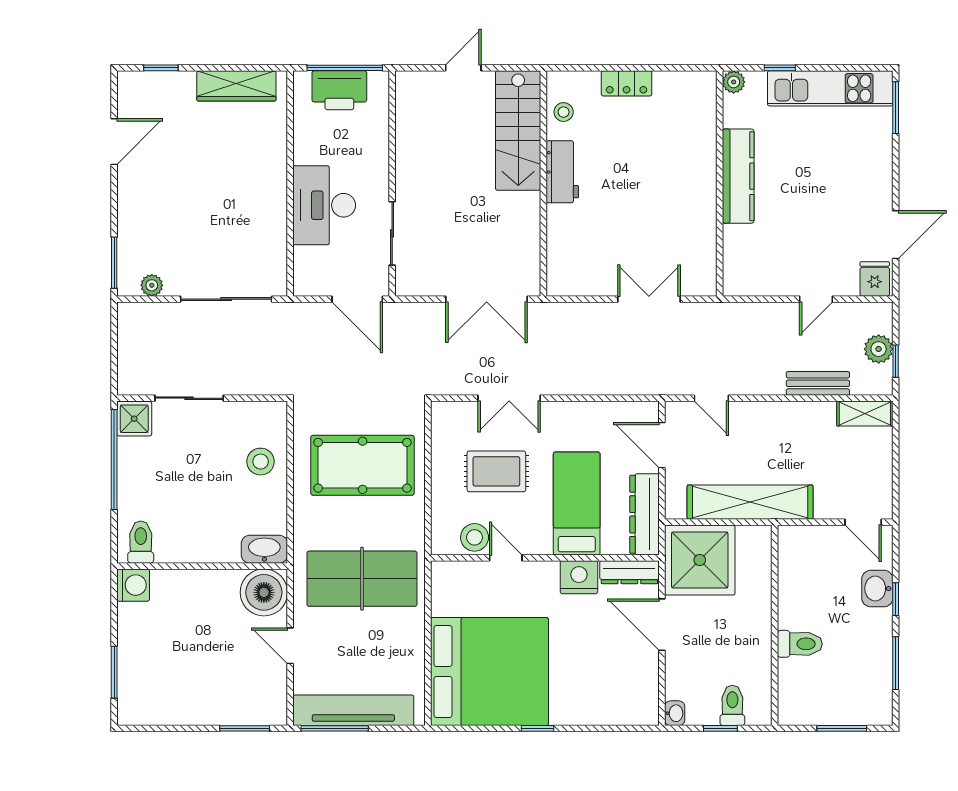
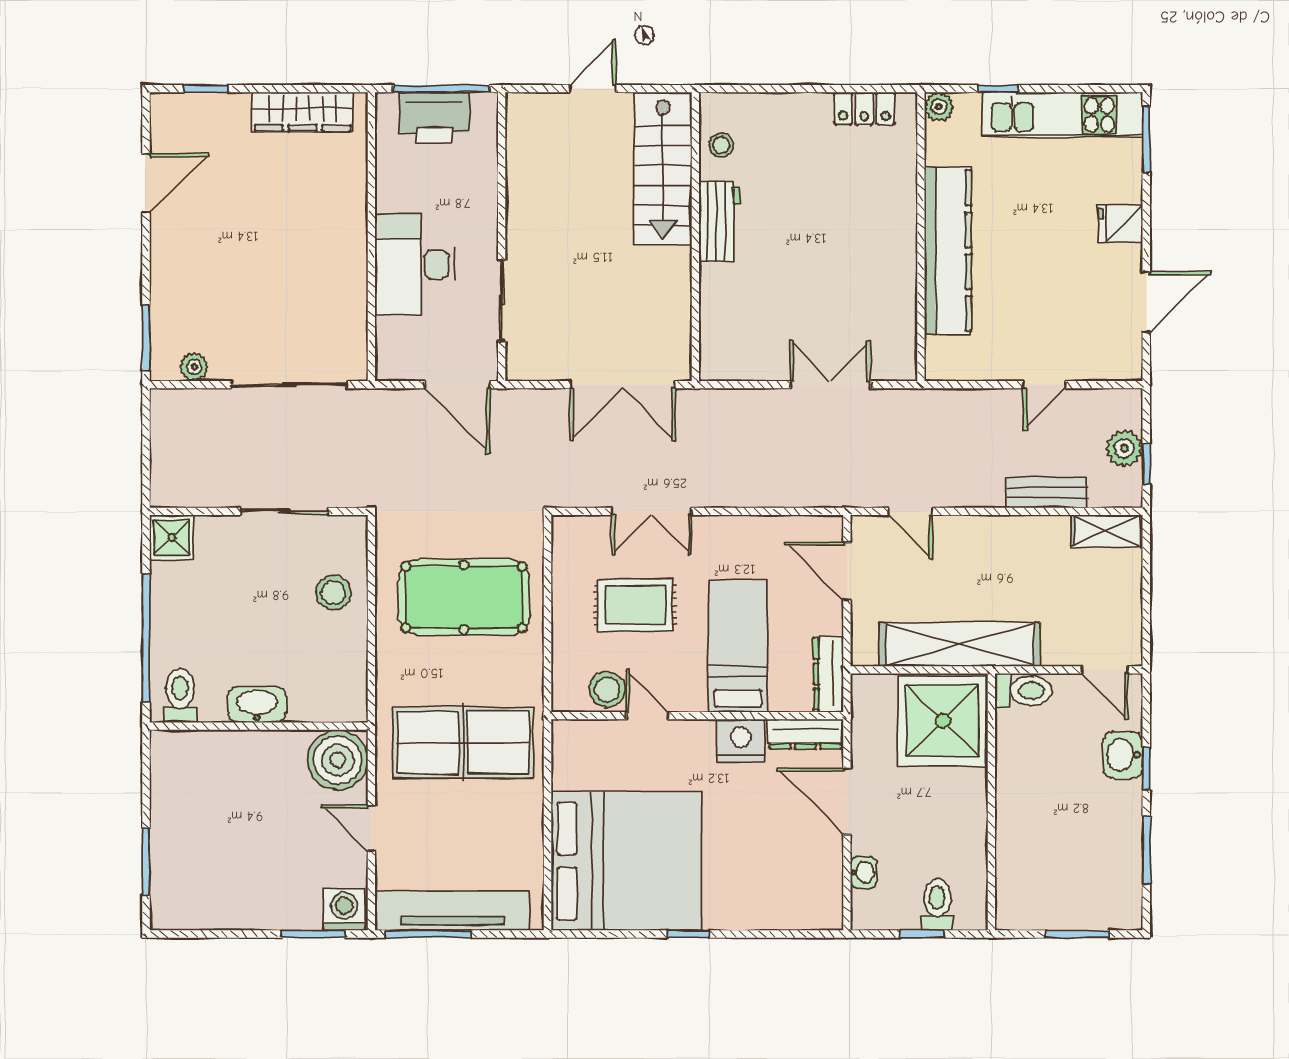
locker: (627, 83) -> (864, 108), moved
kitchen counter: (738, 176) -> (948, 251), width x1.39, depth x1.17
fridge: (875, 279) -> (1120, 223), moved, turned -90
sliding door: (189, 398) -> (284, 511), moved
window: (114, 459) -> (146, 638), moved
dresser: (645, 514) -> (828, 674), width x0.73, depth x0.80
washbasin: (264, 549) -> (257, 705), moved
shower: (700, 560) -> (943, 721), moved
washing machine: (133, 585) -> (344, 910), moved, turned -90
toilet: (800, 644) -> (1023, 691), moved
washbasin: (675, 713) -> (863, 872), moved

